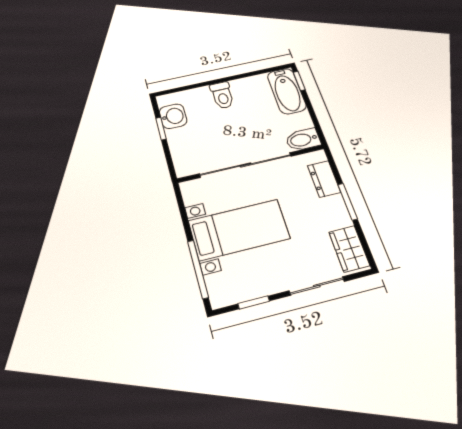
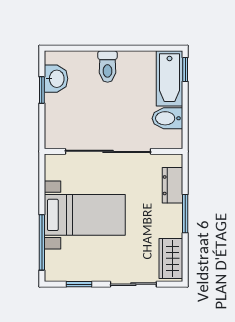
bidet: (303, 140) -> (167, 118), moved

